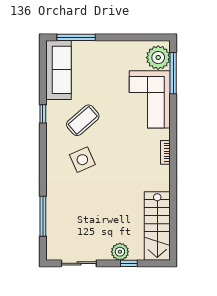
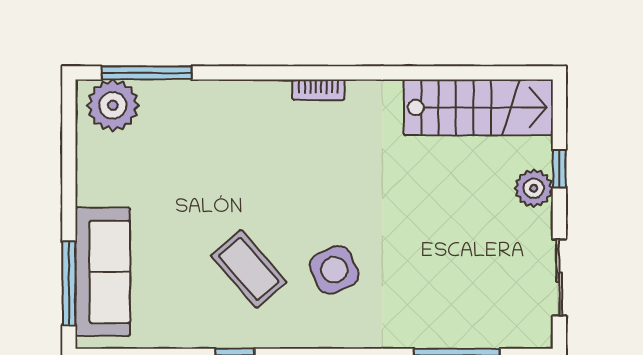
sofa: (58, 70) -> (103, 272), moved, turned 90
corner sofa: (150, 99) -> (204, 124), removed

